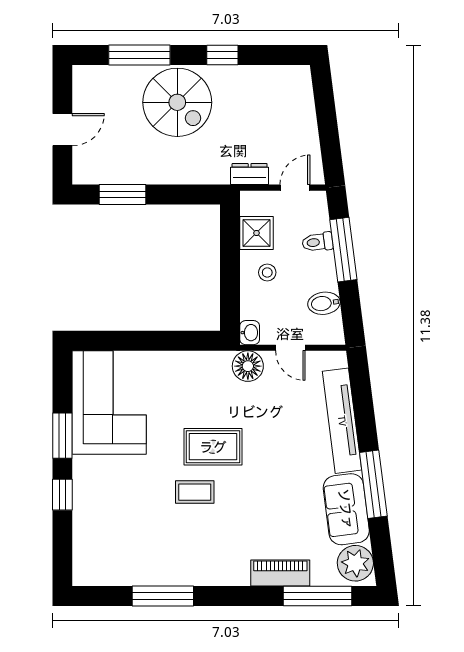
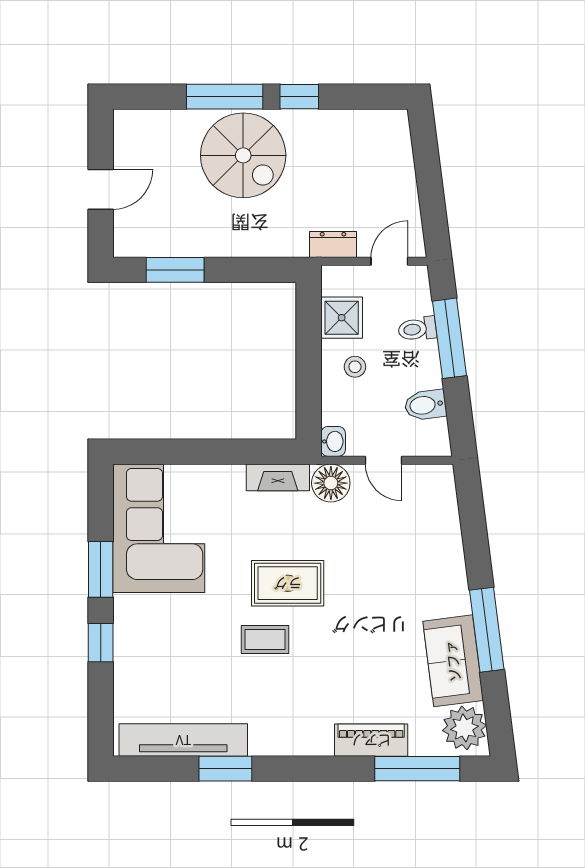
window: (139, 55) -> (225, 97), moved
fireplace: (205, 362) -> (278, 477), added
tv unit: (342, 421) -> (183, 740), moved, turned 97
window: (163, 596) -> (225, 769), width x0.69

